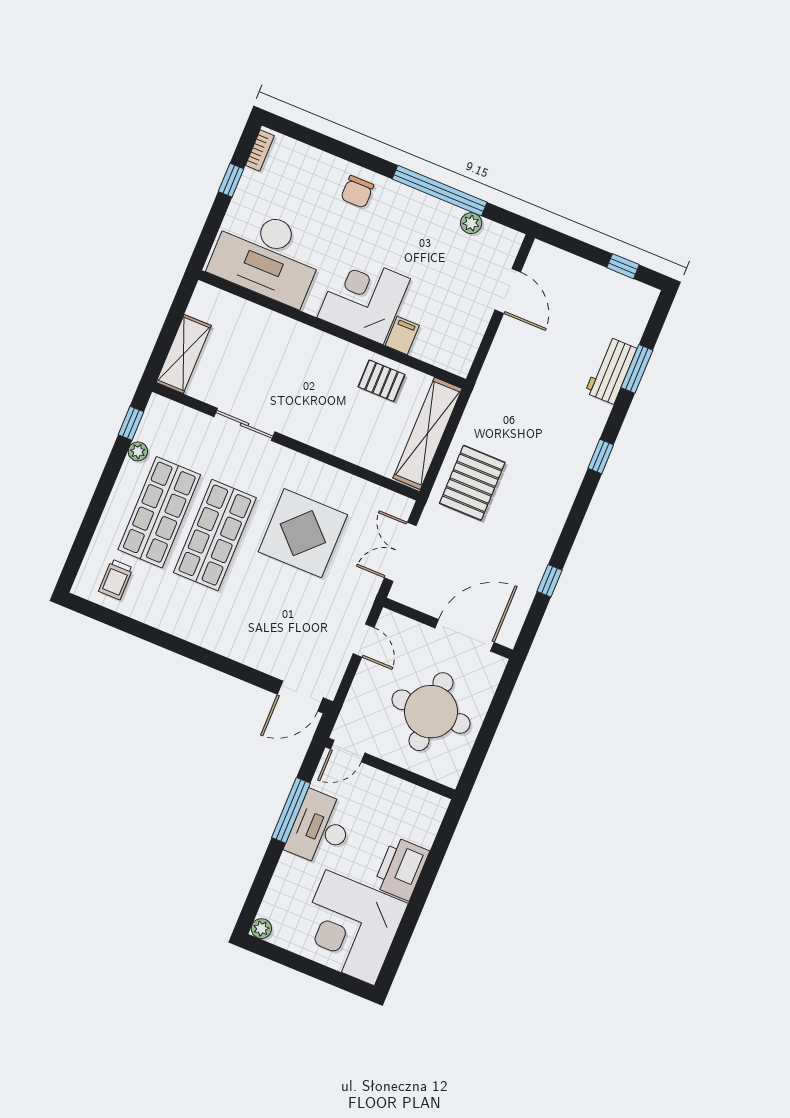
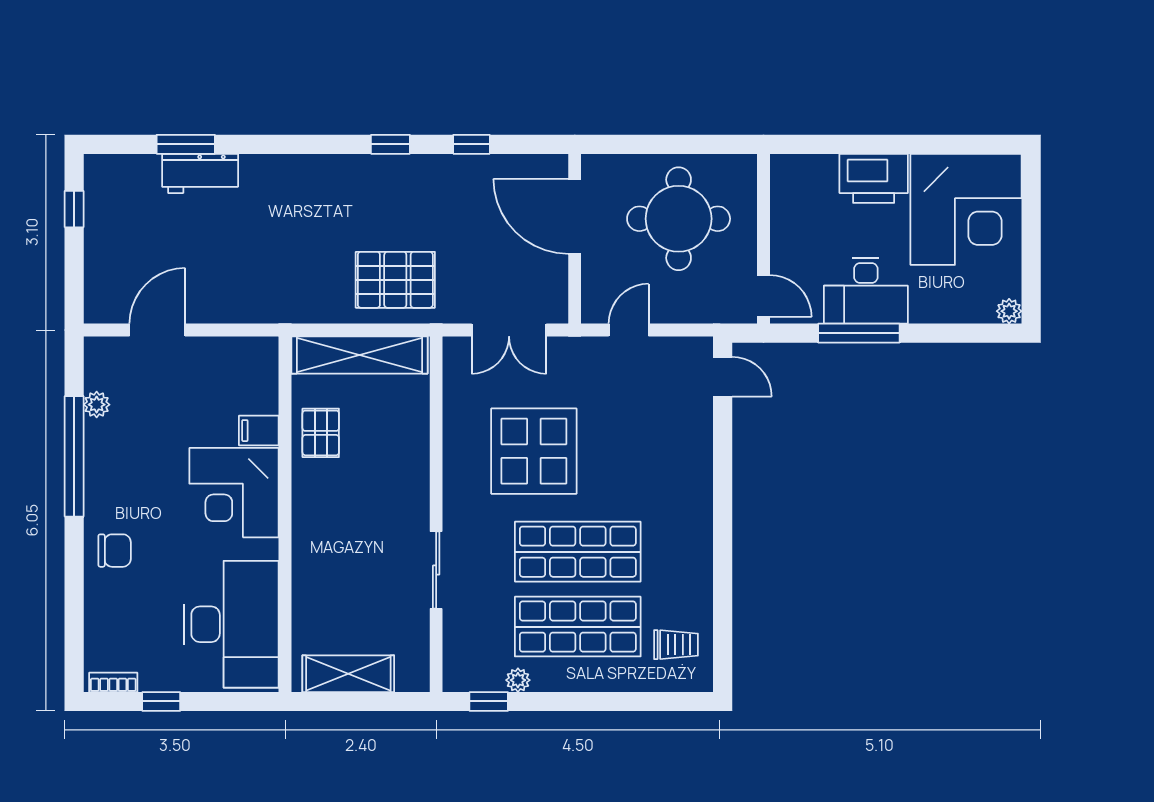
shelving: (184, 354) -> (348, 674), moved
window: (601, 457) -> (390, 144), moved
door: (300, 696) -> (723, 377), width x0.73

